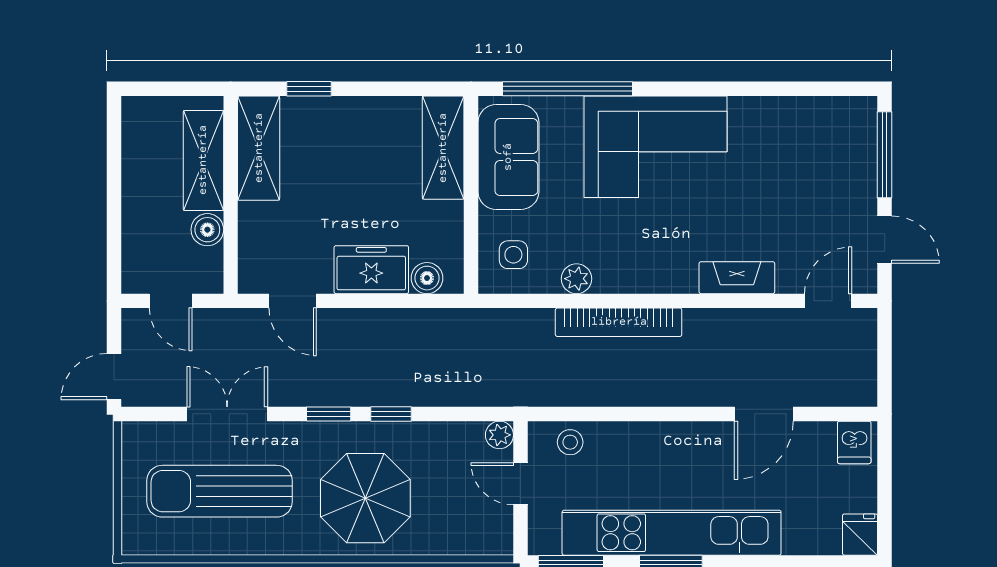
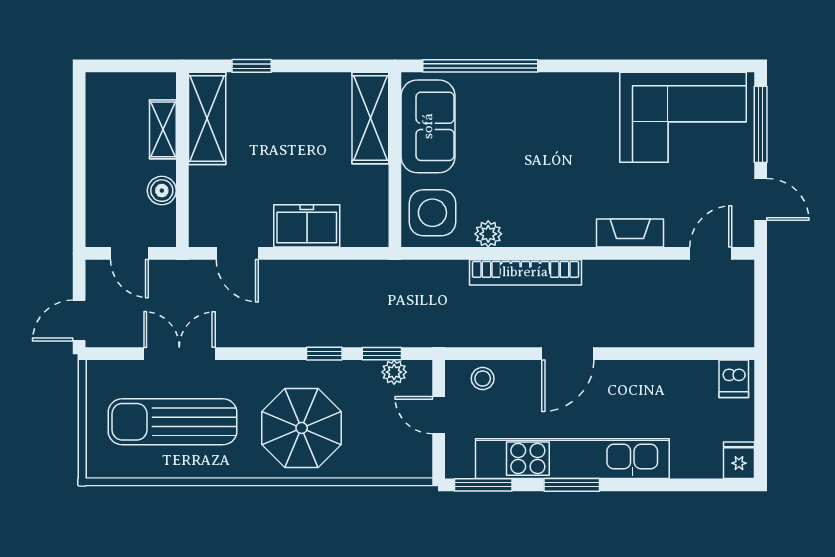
corner sofa: (656, 147) -> (683, 117), moved
shelving: (203, 160) -> (163, 129), width x0.67, depth x0.75
side table: (513, 255) -> (432, 213), width x1.87, depth x1.87
boiler: (427, 278) -> (356, 233), removed
window: (329, 414) -> (382, 354), moved
door: (764, 414) -> (568, 354), moved
plant: (499, 435) -> (394, 372), moved

